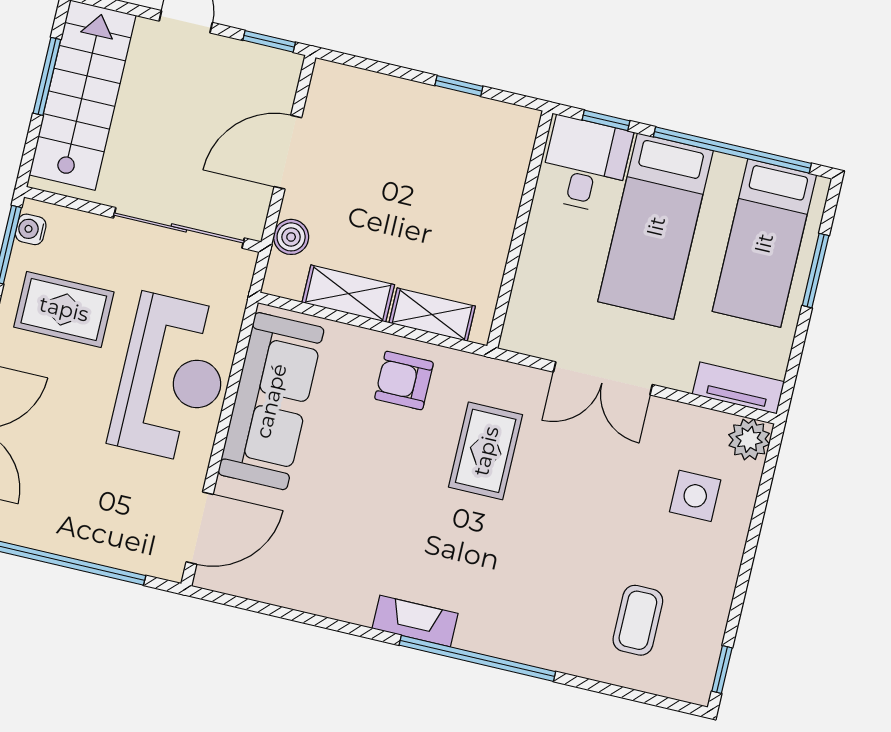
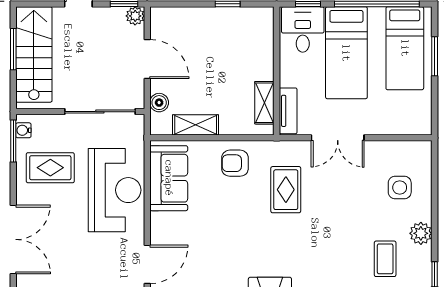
plant: (285, 68) -> (135, 16), added
door: (288, 152) -> (147, 59), swing flipped
shelving: (432, 315) -> (264, 103), moved, turned 90
tv unit: (738, 388) -> (288, 111), moved, turned 90
sofa: (271, 401) -> (169, 178), width x0.73
plant: (749, 439) -> (421, 233), moved

